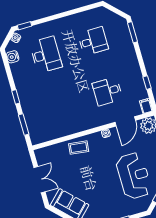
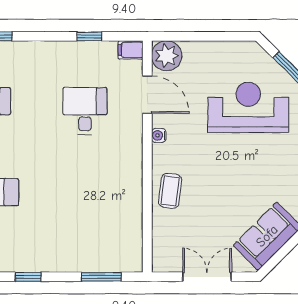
desk: (107, 91) -> (85, 111), turned 180
window: (16, 97) -> (28, 277), moved

